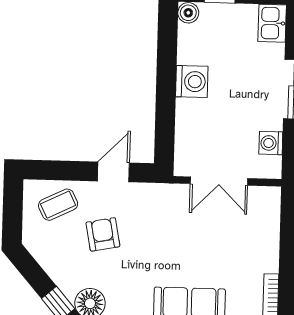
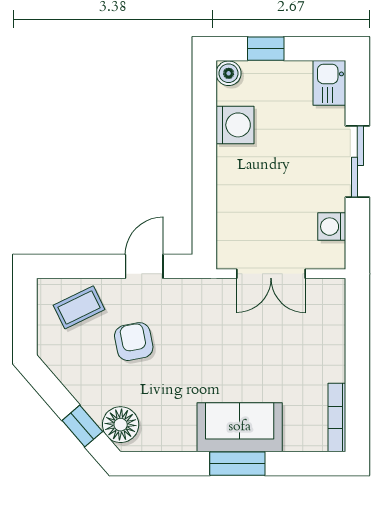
washing machine: (192, 82) -> (235, 125), moved

